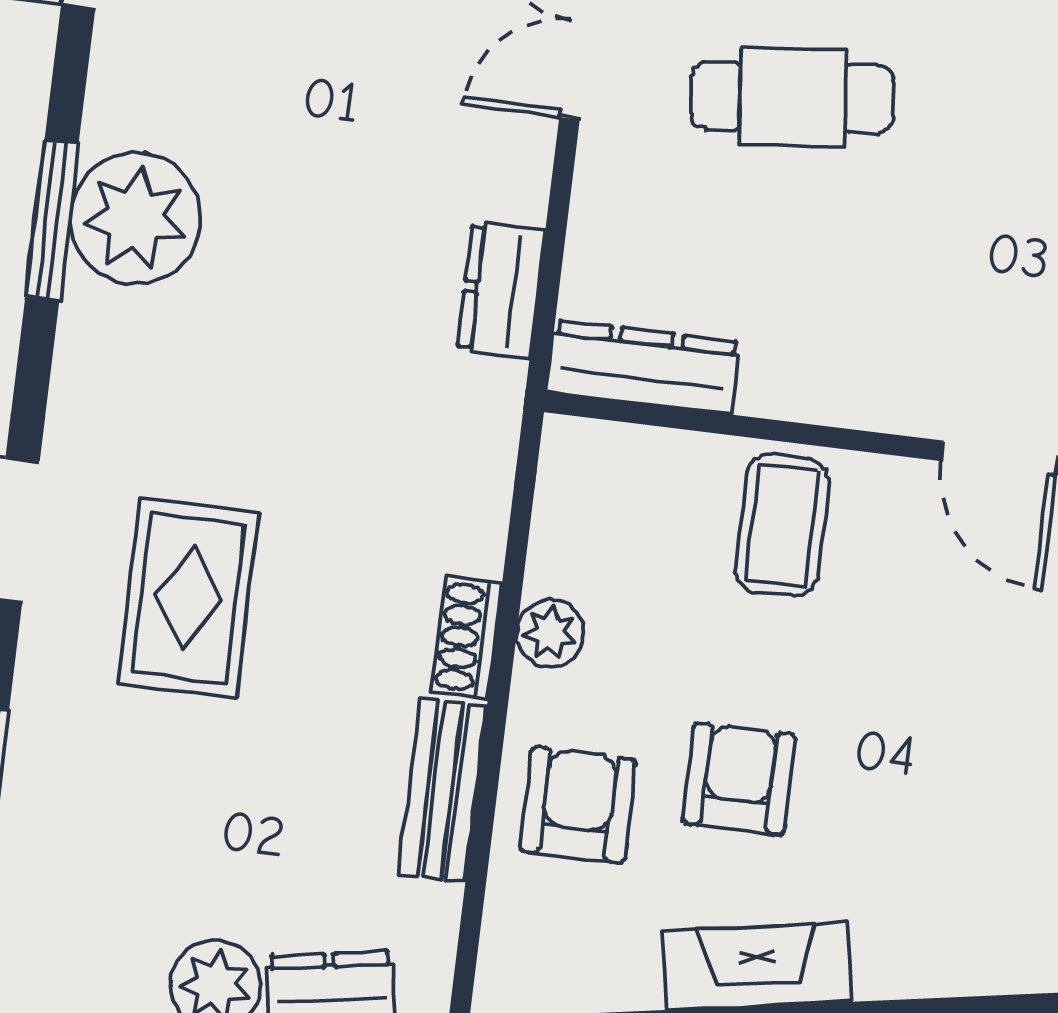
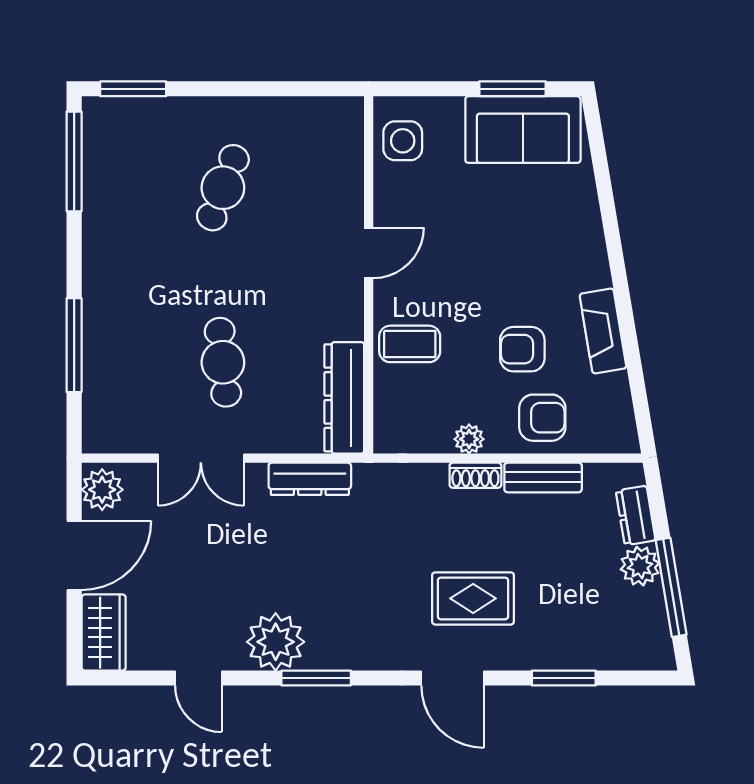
plant: (135, 218) -> (276, 642), moved
dresser: (501, 290) -> (310, 479), width x1.44
dresser: (643, 367) -> (344, 398), width x1.37, depth x1.24
armchair: (578, 805) -> (542, 418), turned 180

